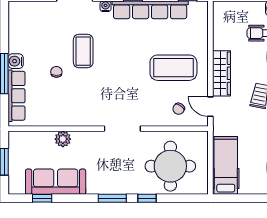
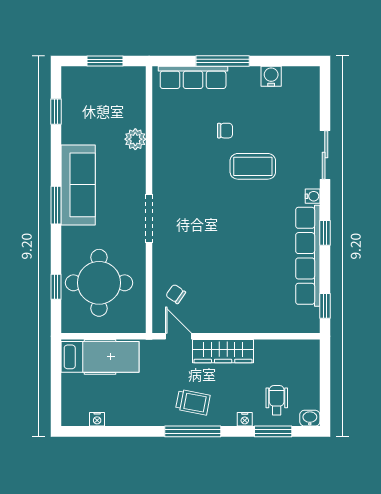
water cooler: (16, 61) -> (271, 76), moved
coffee table: (173, 68) -> (231, 287), removed
door: (210, 107) -> (178, 336), hinge flipped
sofa: (56, 182) -> (78, 185), moved
window: (147, 198) -> (56, 287), moved

